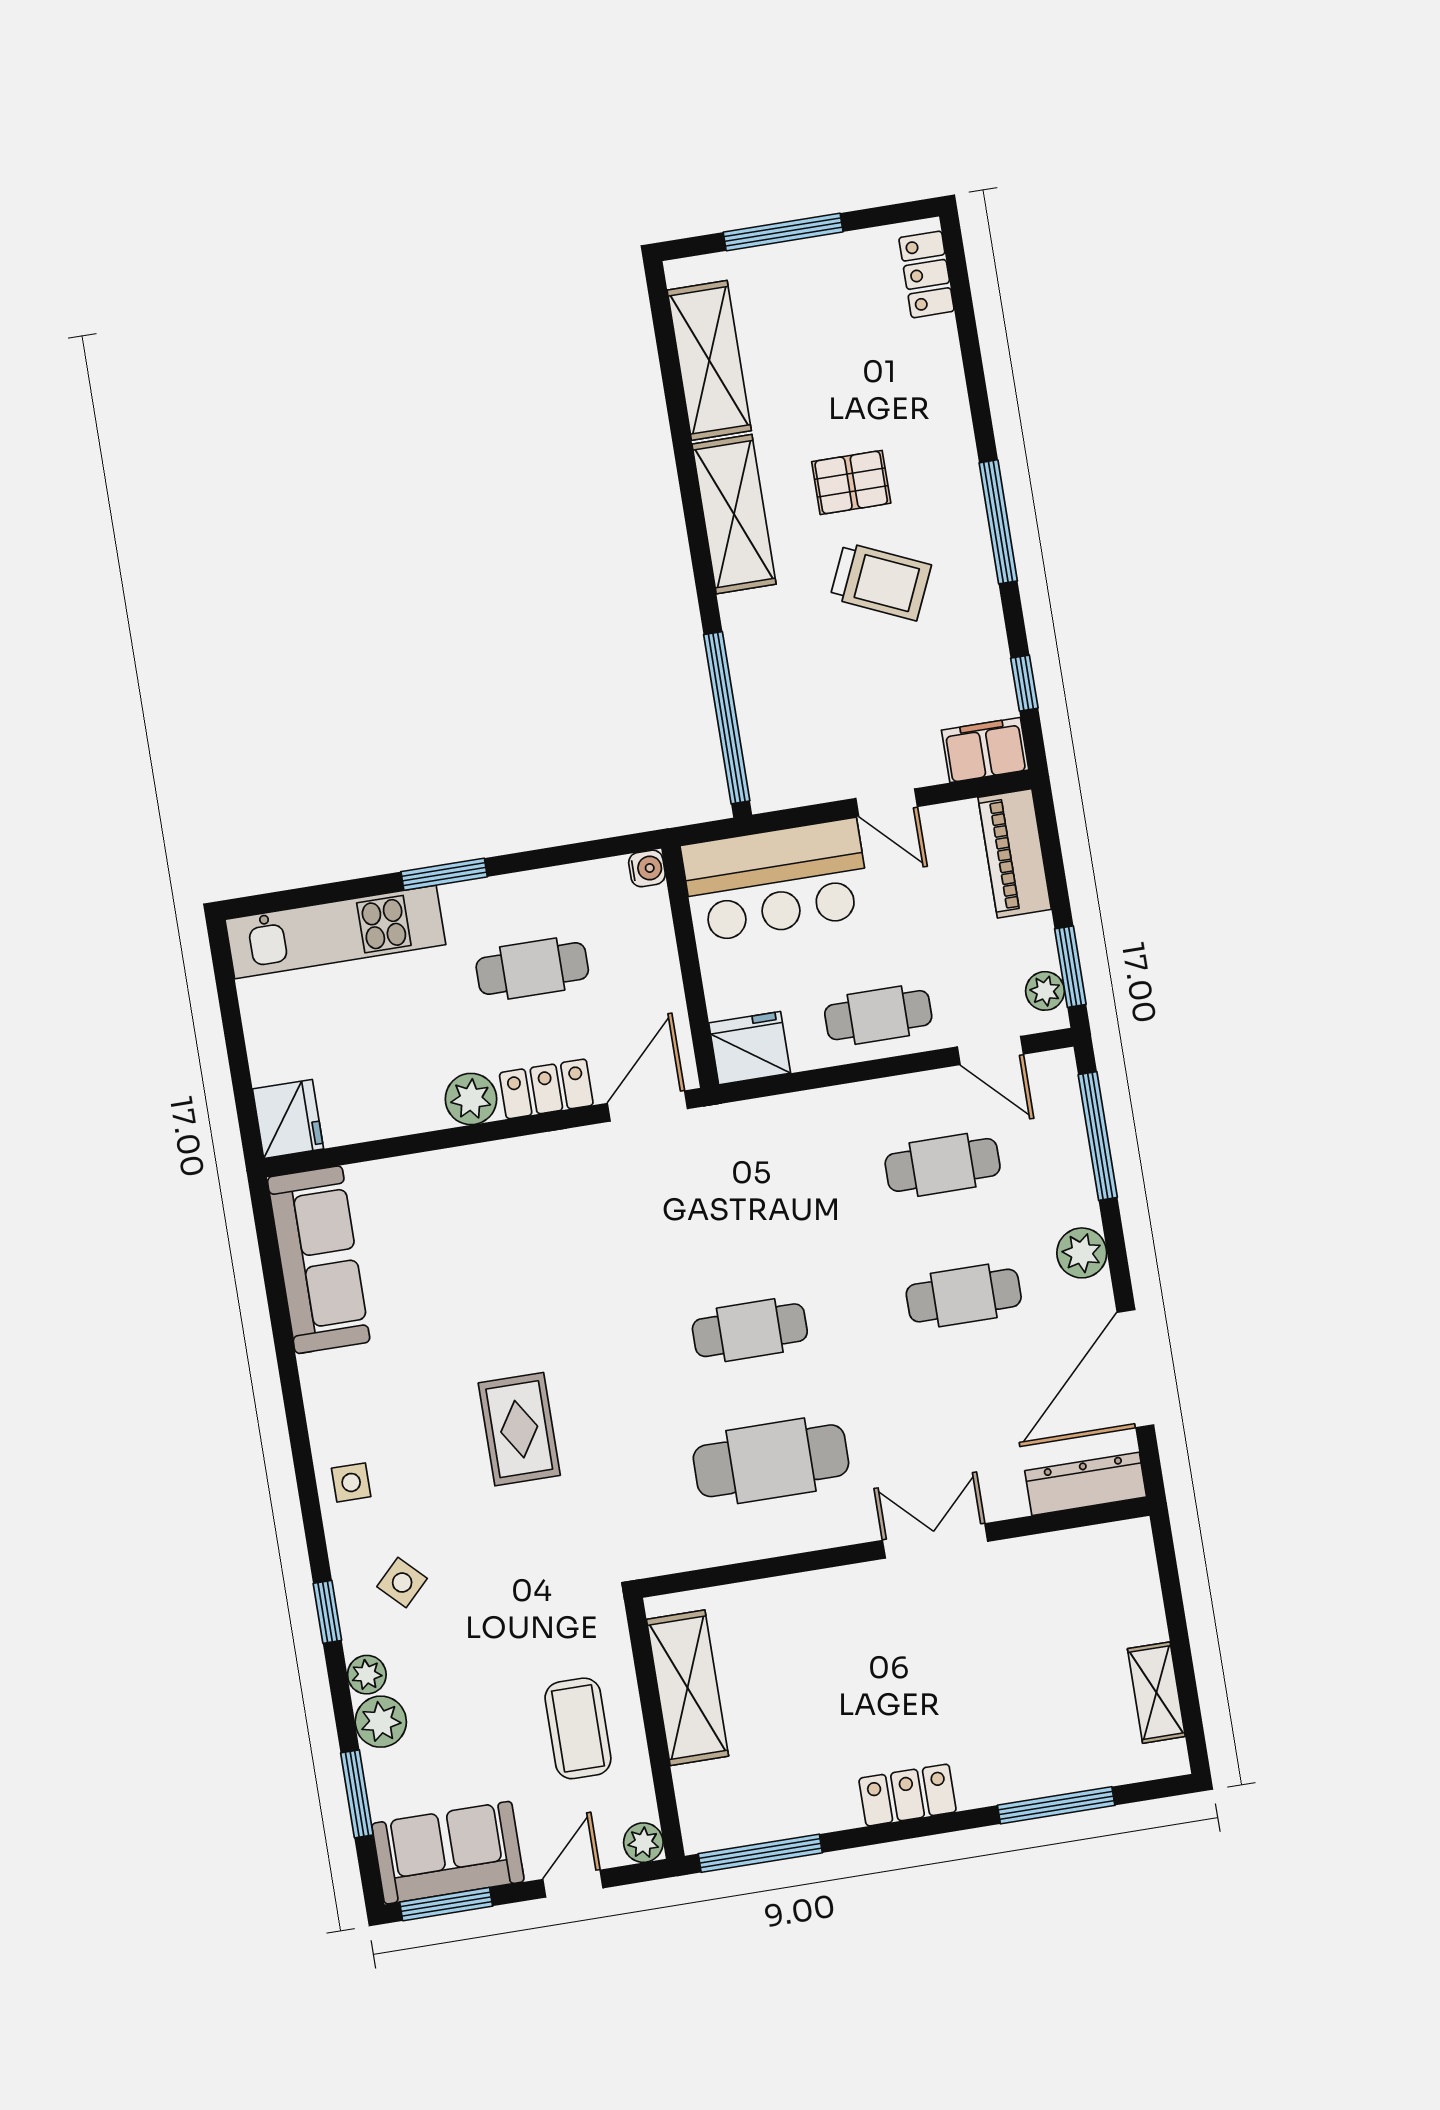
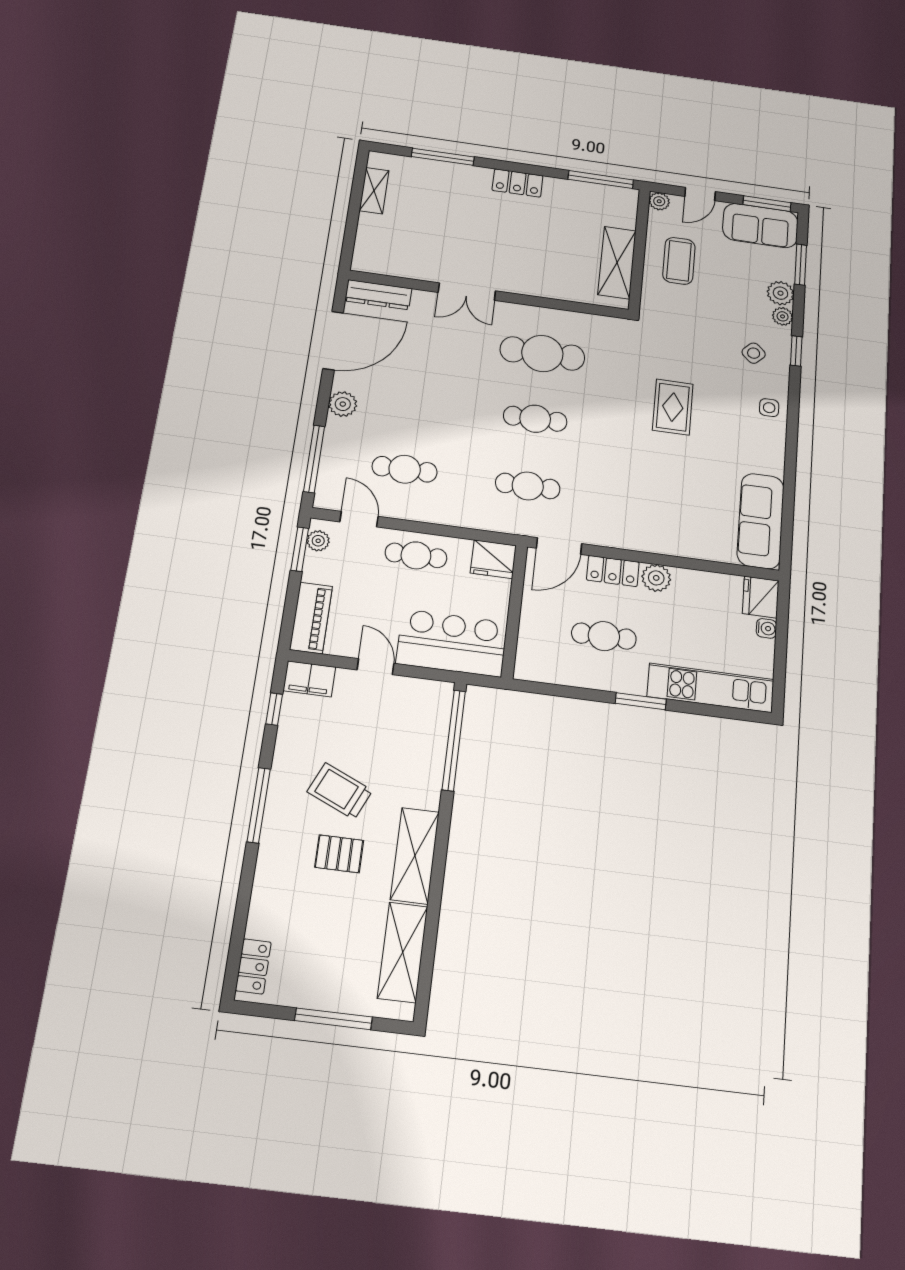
water cooler: (647, 868) -> (766, 628), moved, turned 180
cafe table: (964, 1296) -> (528, 486), moved

